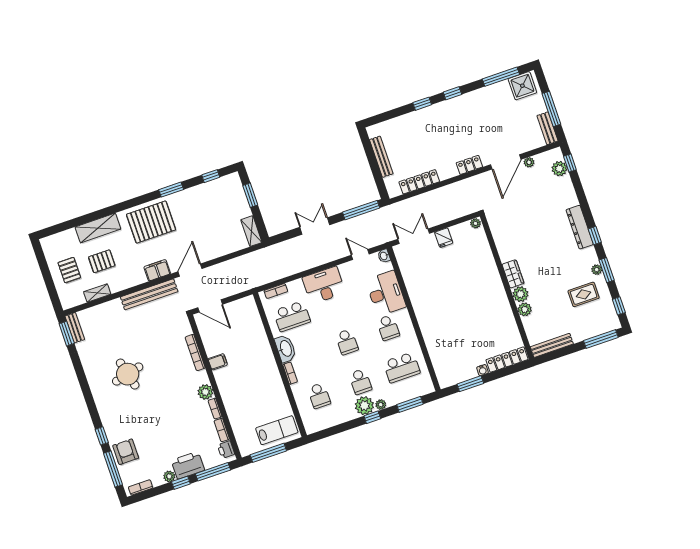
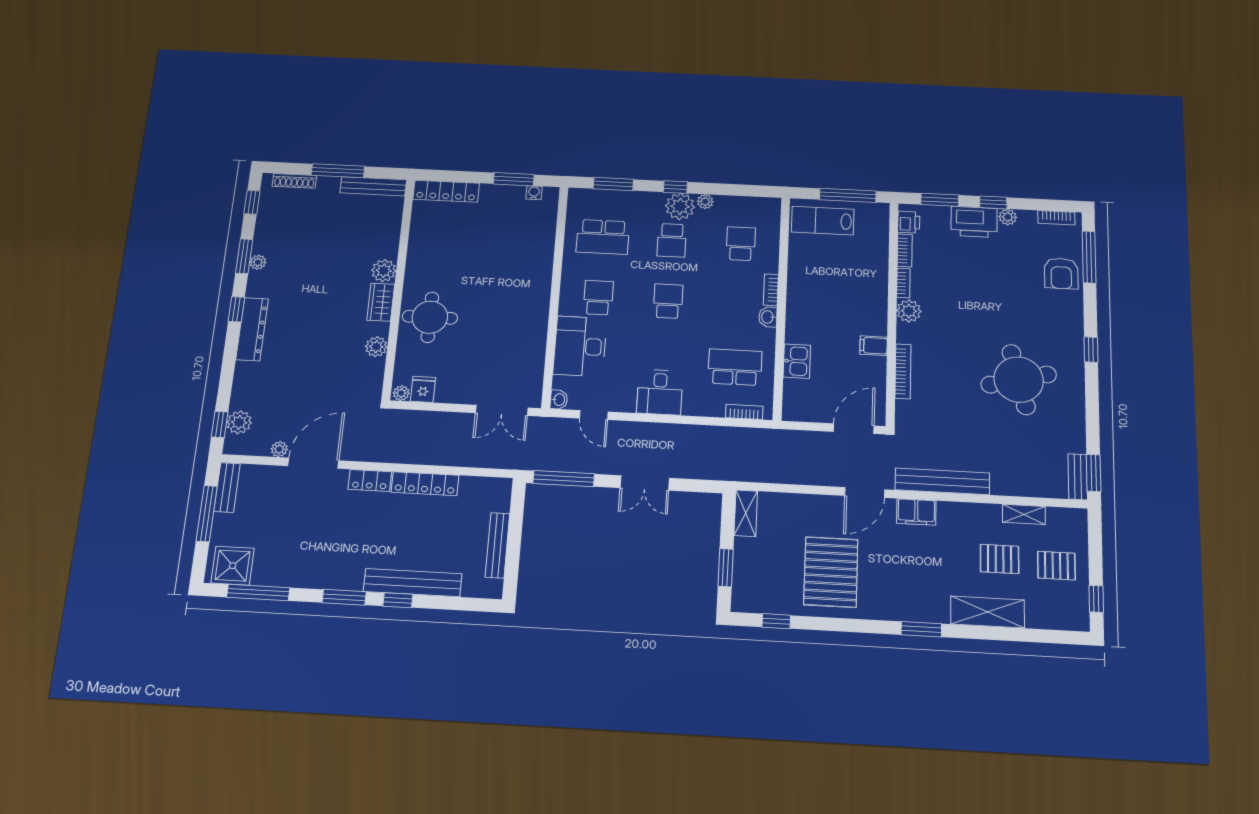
window: (452, 93) -> (344, 597), width x1.50
bench: (419, 117) -> (413, 583), added
locker: (419, 182) -> (425, 484), moved
window: (171, 190) -> (921, 629), moved
pallet: (151, 222) -> (831, 572), moved, turned 90
fridge: (444, 238) -> (423, 389), moved
window: (41, 260) -> (1096, 599), added
pallet: (69, 270) -> (1056, 566), turned 90
round table: (480, 276) -> (430, 317), added
desk: (324, 285) -> (660, 392), width x0.73
rug: (584, 294) -> (294, 236), removed
door: (210, 306) -> (854, 429), hinge flipped
plant: (525, 309) -> (376, 347), moved
shoe rack: (600, 330) -> (294, 181), added
kitchen sink: (258, 334) -> (797, 361), added
window: (601, 339) -> (338, 171), moved
washbasin: (285, 349) -> (768, 317), width x0.52, depth x0.69
school desk: (402, 367) -> (603, 237), turned 180
water cooler: (483, 370) -> (534, 193), moved
round table: (128, 374) -> (1019, 380), width x1.36, depth x1.36
school desk: (360, 382) -> (672, 240), turned 180
plant: (381, 405) -> (705, 201), moved
window: (102, 436) -> (1091, 350), moved
window: (213, 472) -> (940, 200), width x0.69

